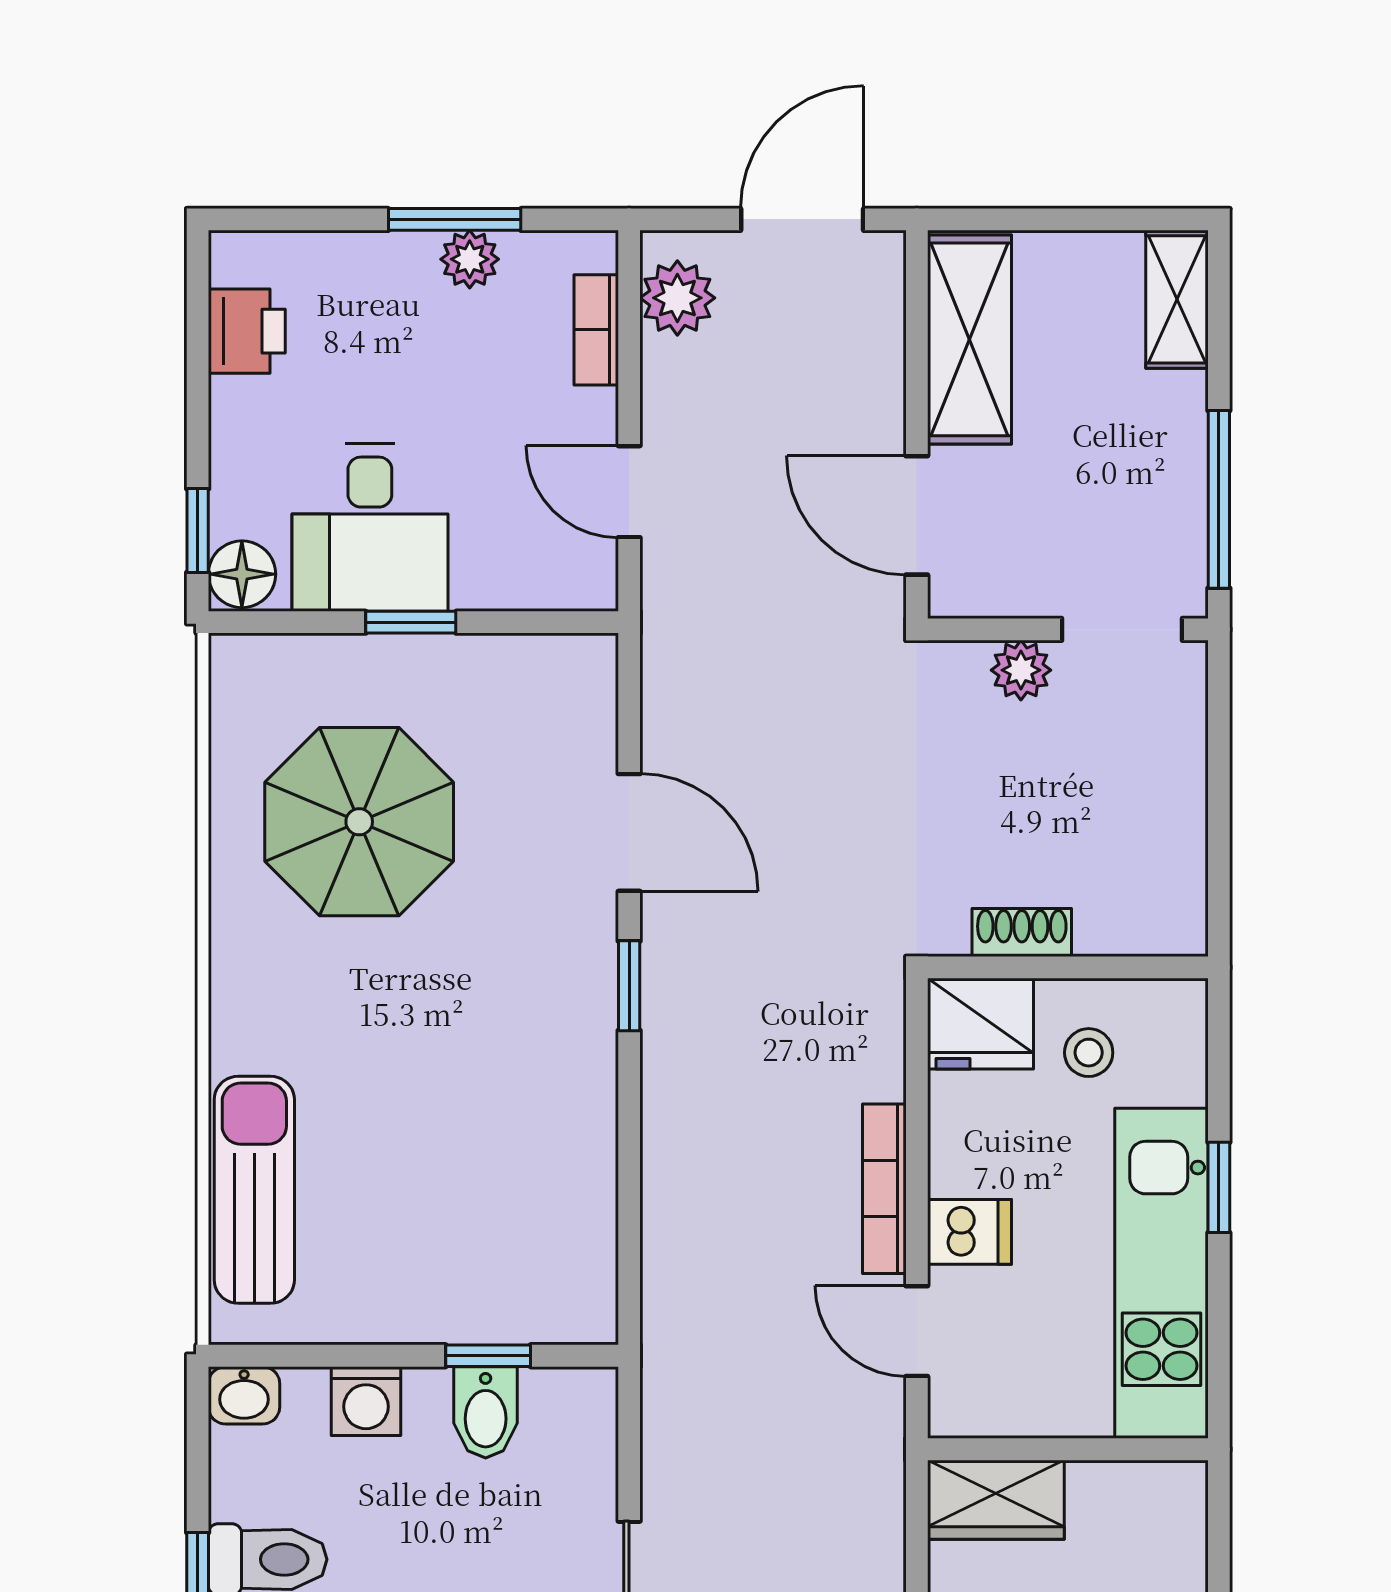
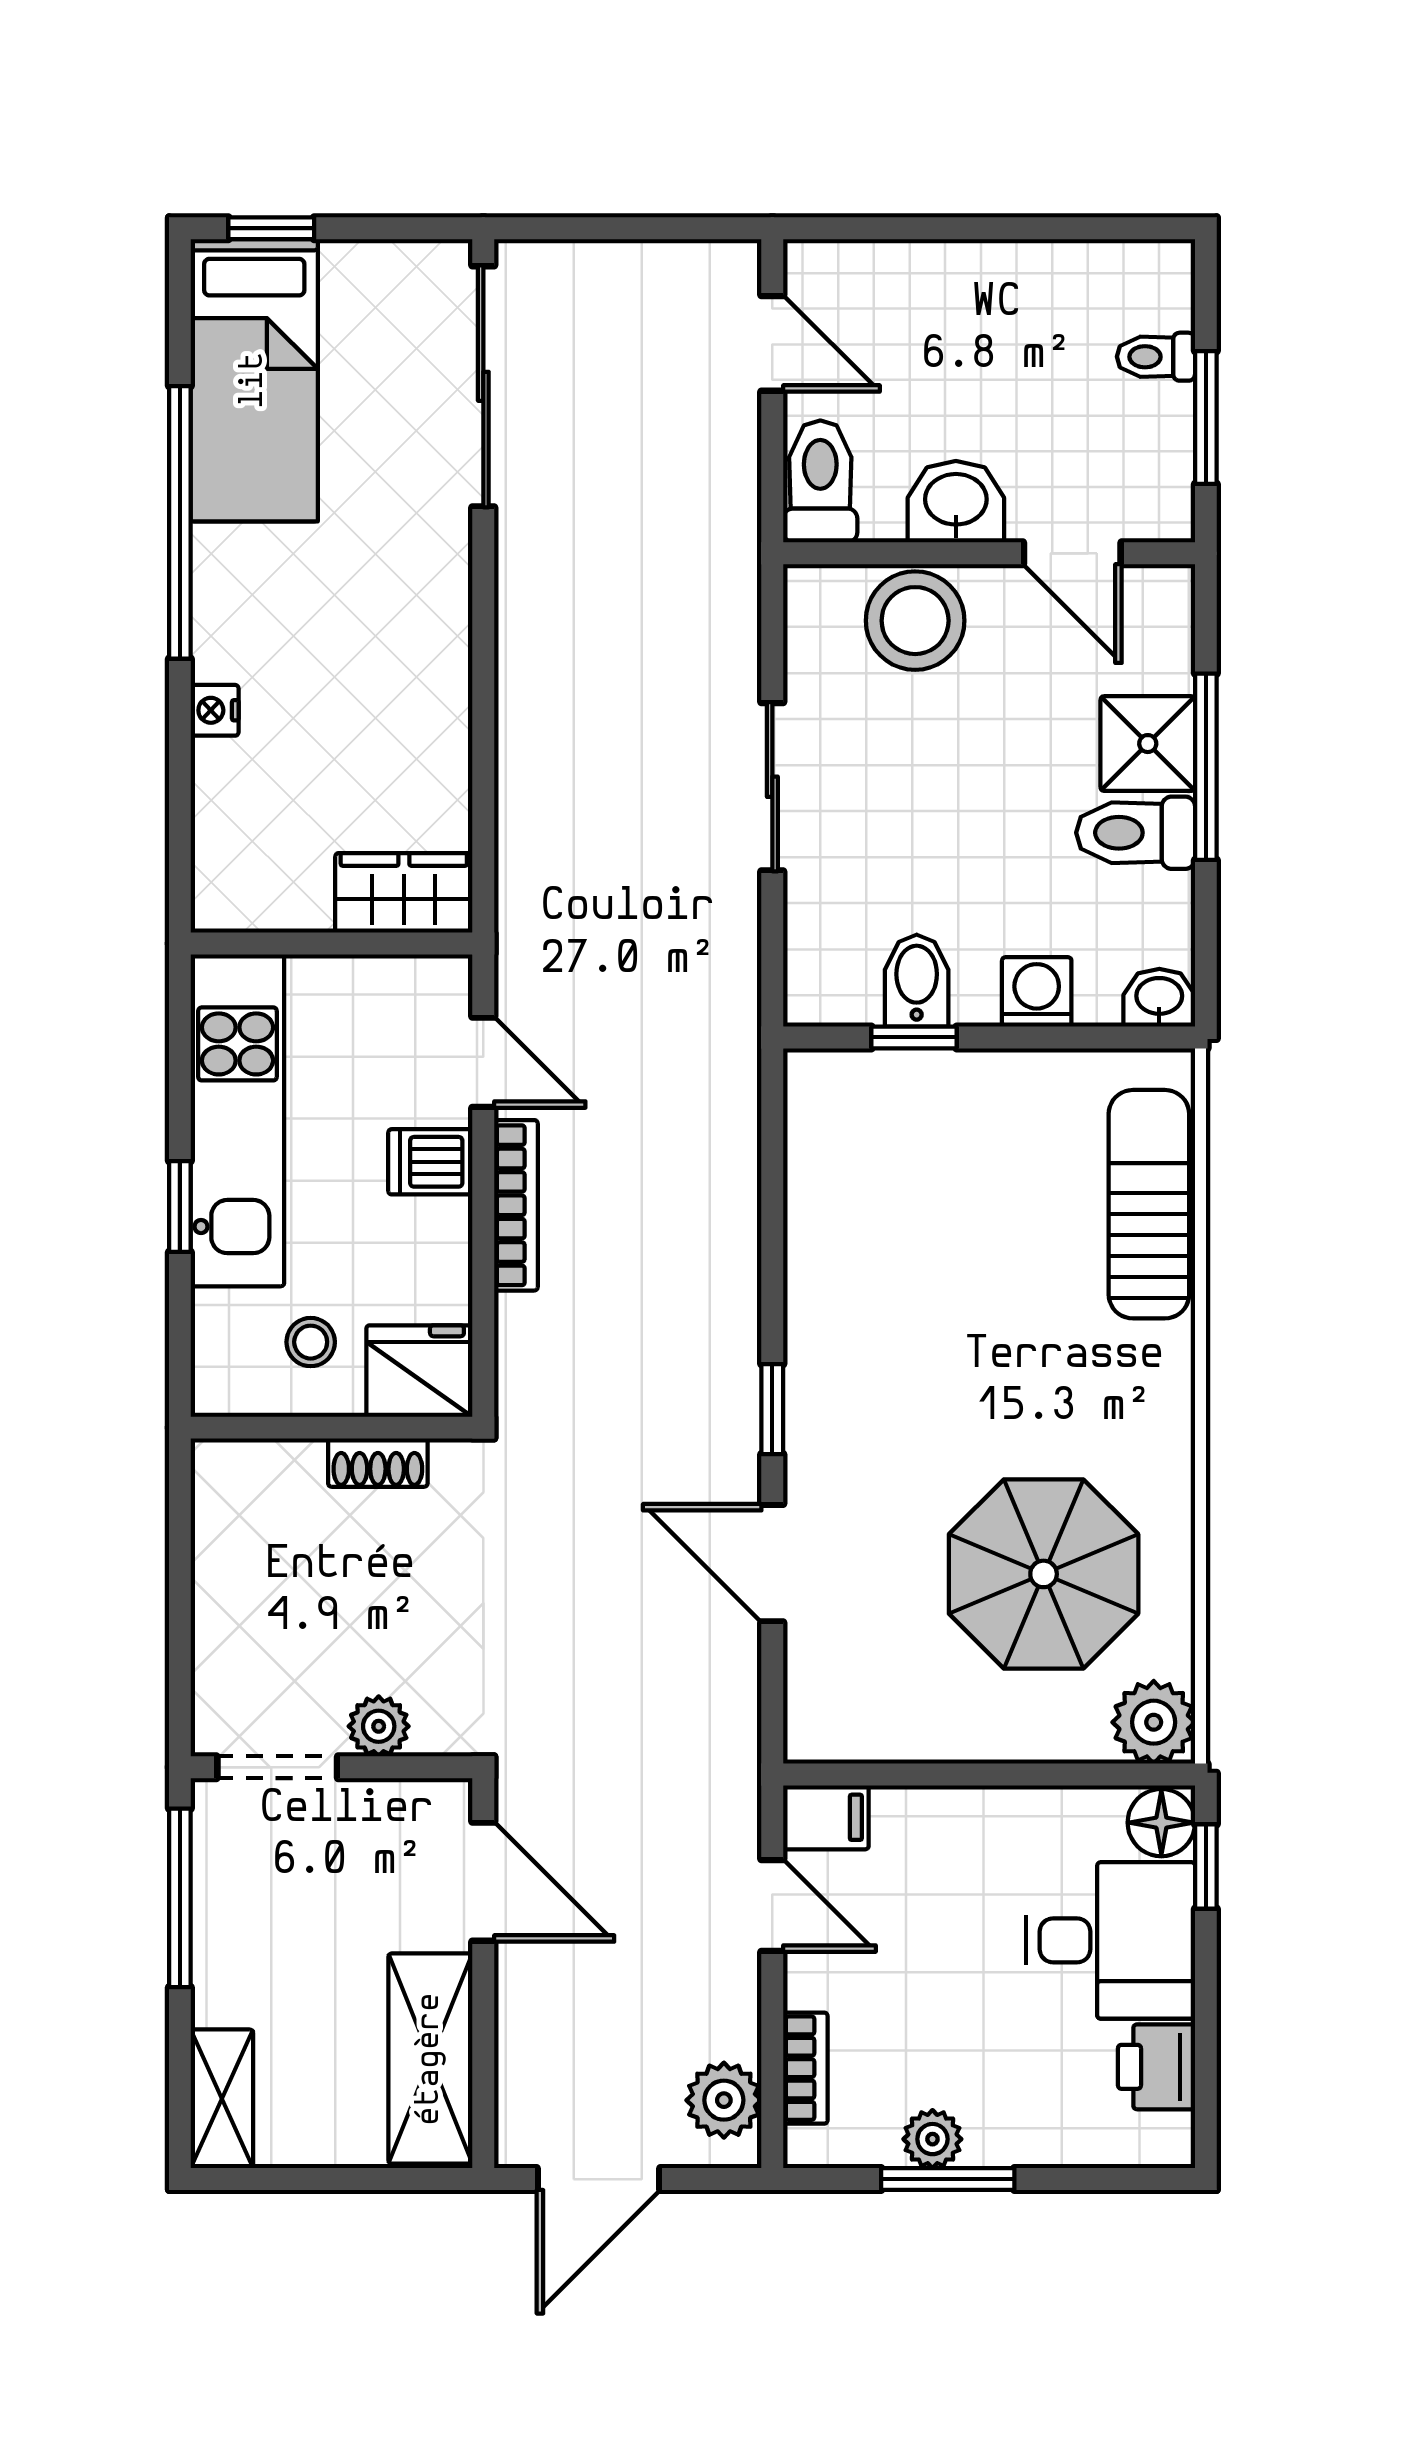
desk: (370, 527) -> (1111, 1940), moved, turned 90
filing cabinet: (576, 579) -> (826, 1817), added
window: (411, 622) -> (992, 1774), removed
plant: (250, 674) -> (1154, 1722), added
sun lounger: (254, 1190) -> (1149, 1204), turned 180

